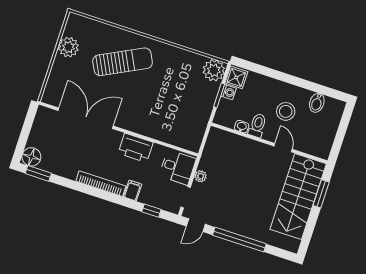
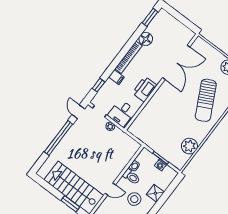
plant: (214, 70) -> (189, 146), moved
shower: (236, 77) -> (155, 193), moved
floor lamp: (31, 157) -> (146, 39), moved

